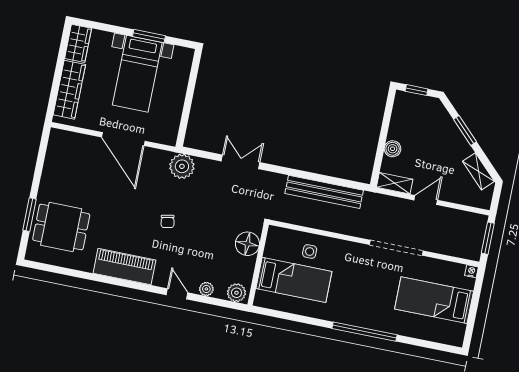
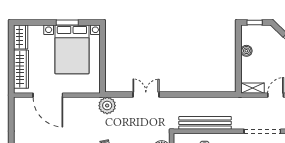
bed with nightstands: (137, 74) -> (72, 49), width x1.36
door: (123, 139) -> (48, 95), moved
boiler: (393, 149) -> (246, 51), moved
bench: (324, 192) -> (205, 123), moved

